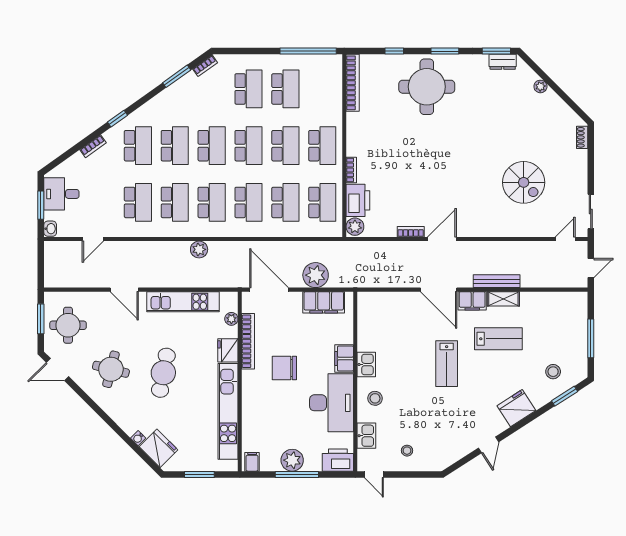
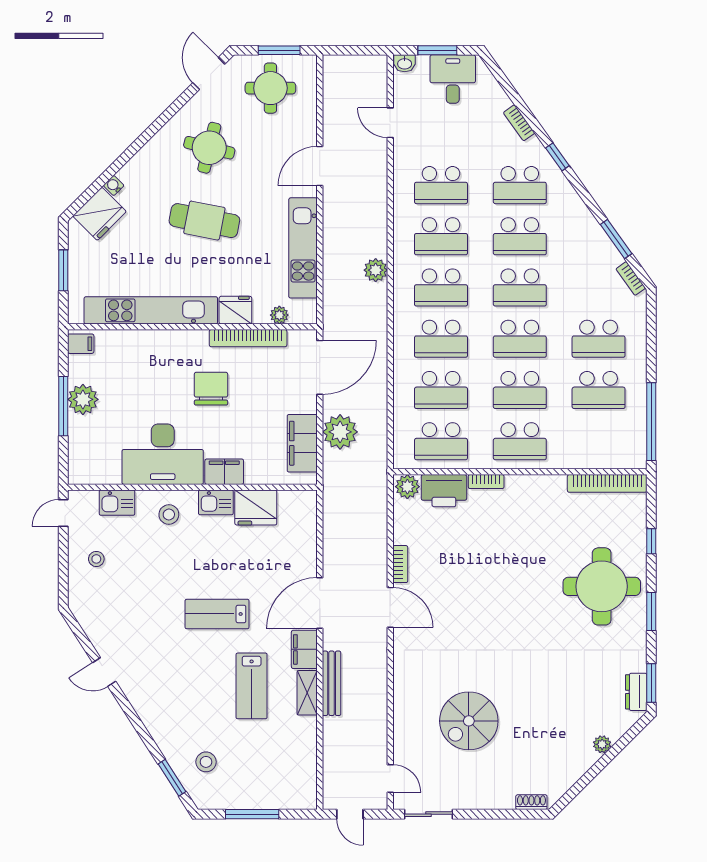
fridge: (516, 408) -> (256, 507), moved, turned 123
printer: (338, 460) -> (83, 463), removed

